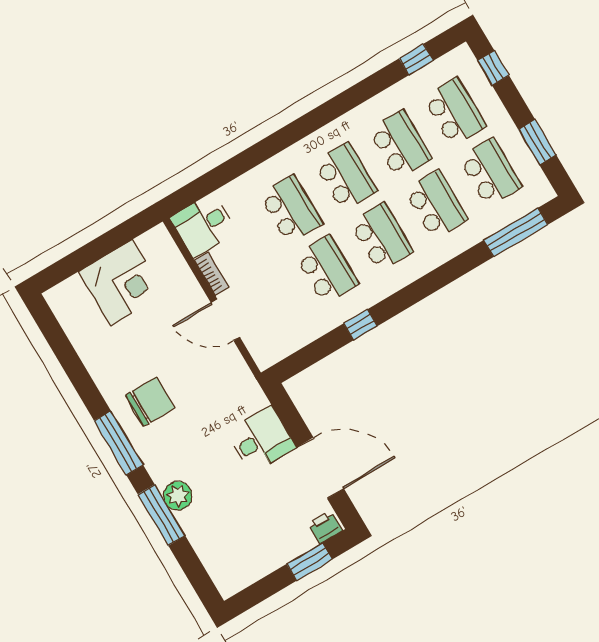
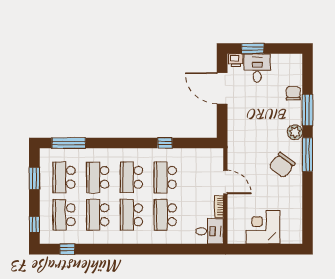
chair: (150, 402) -> (282, 165), turned -53
desk: (261, 440) -> (257, 68), moved, turned 90
plant: (178, 496) -> (295, 132), moved
chair: (200, 529) -> (293, 93), added

